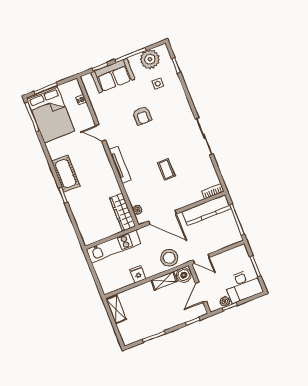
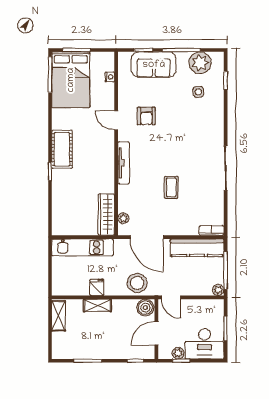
armchair: (142, 116) -> (146, 116), moved
plant: (237, 238) -> (218, 290), added
shelving: (164, 281) -> (97, 305), moved

